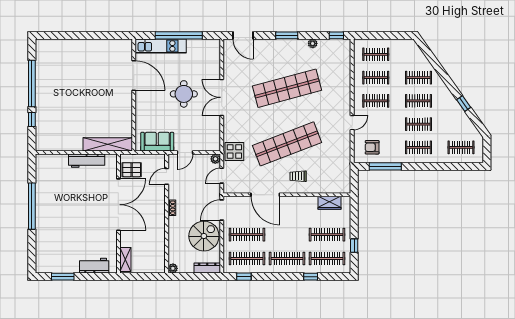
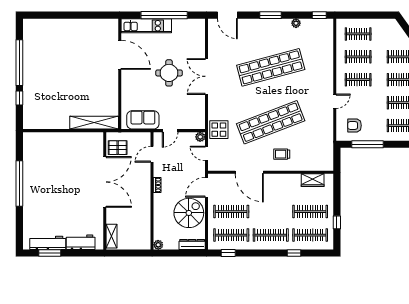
workbench: (87, 161) -> (48, 243), moved, turned 180
door: (222, 176) -> (206, 153), hinge flipped

